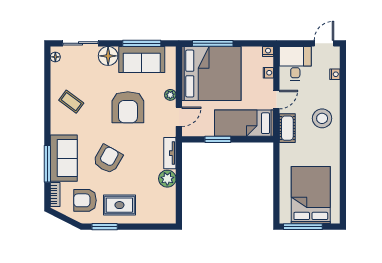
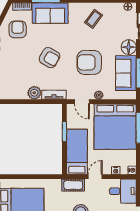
door: (276, 100) -> (95, 177), swing flipped
armchair: (108, 159) -> (50, 58), moved
rug: (119, 205) -> (14, 56), removed

